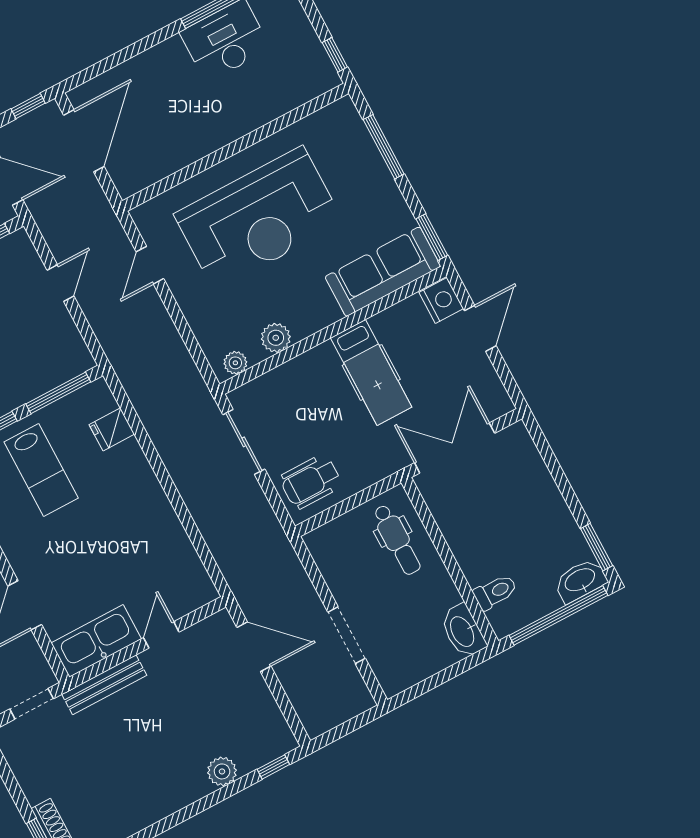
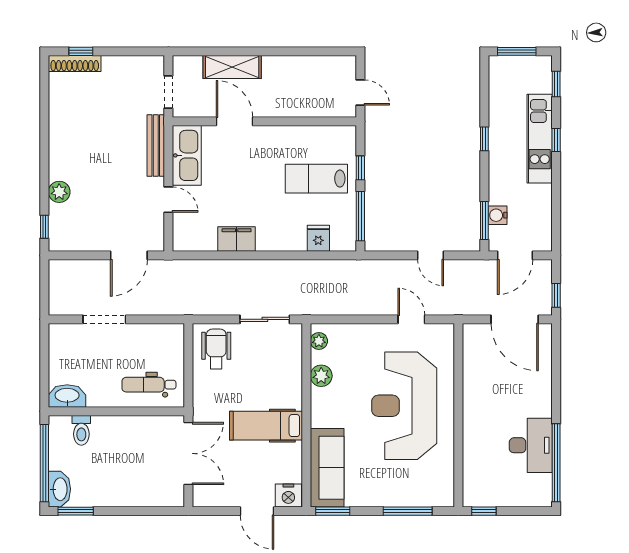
filing cabinet: (165, 527) -> (237, 239), added

